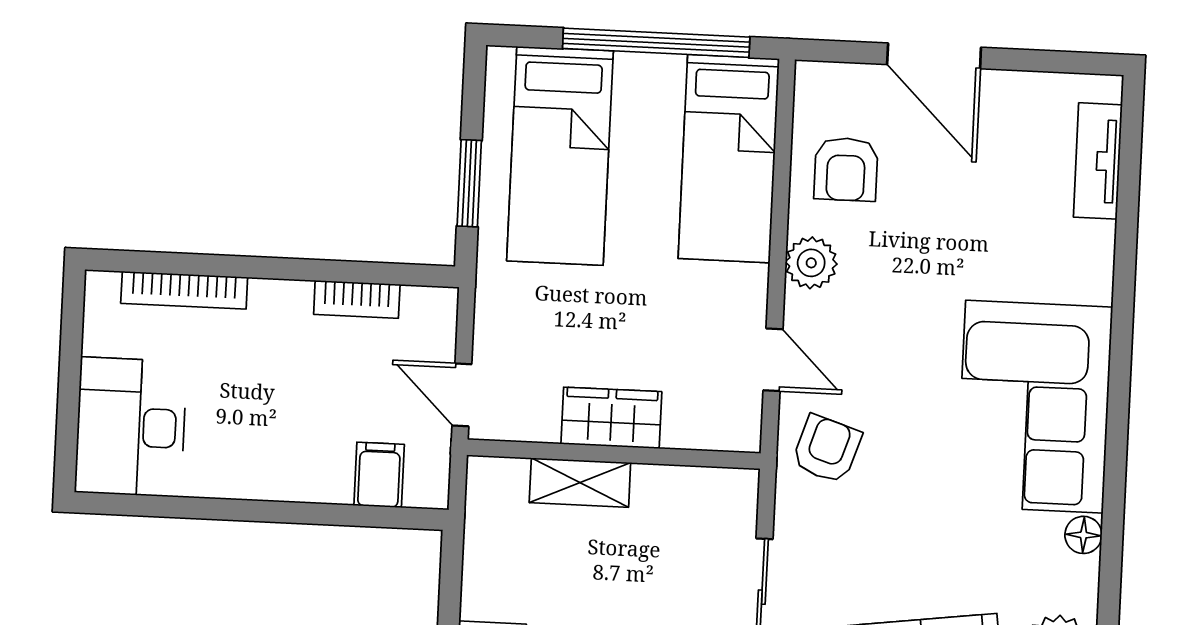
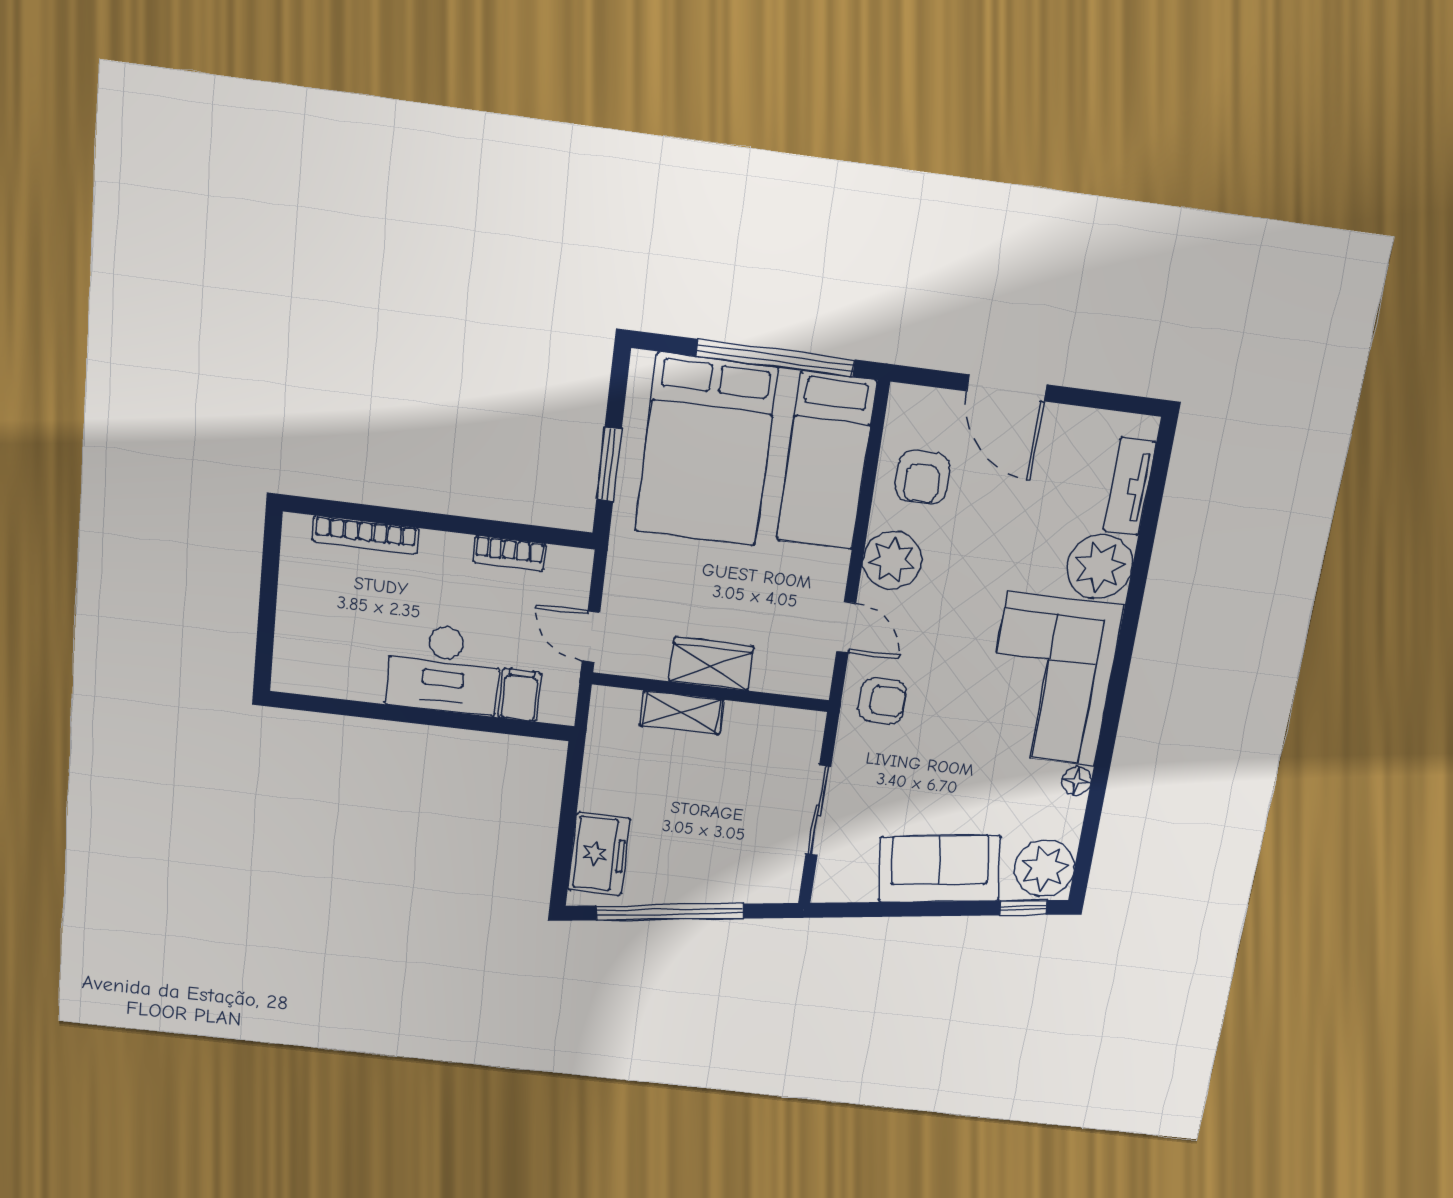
bed: (560, 156) -> (707, 450), width x1.50
plant: (1075, 261) -> (1100, 567), added
plant: (811, 263) -> (892, 560), width x1.36, depth x1.36
desk: (131, 427) -> (444, 669), moved, turned -90
armchair: (827, 449) -> (882, 701), turned 72

